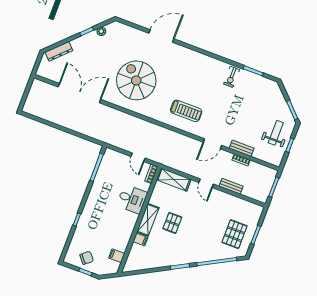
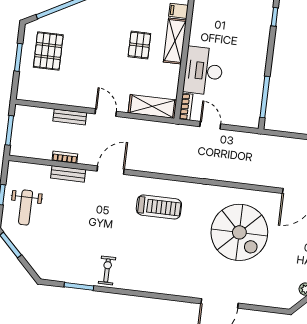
treadmill: (186, 111) -> (159, 207), turned 180
desk: (132, 199) -> (203, 71), width x1.37

